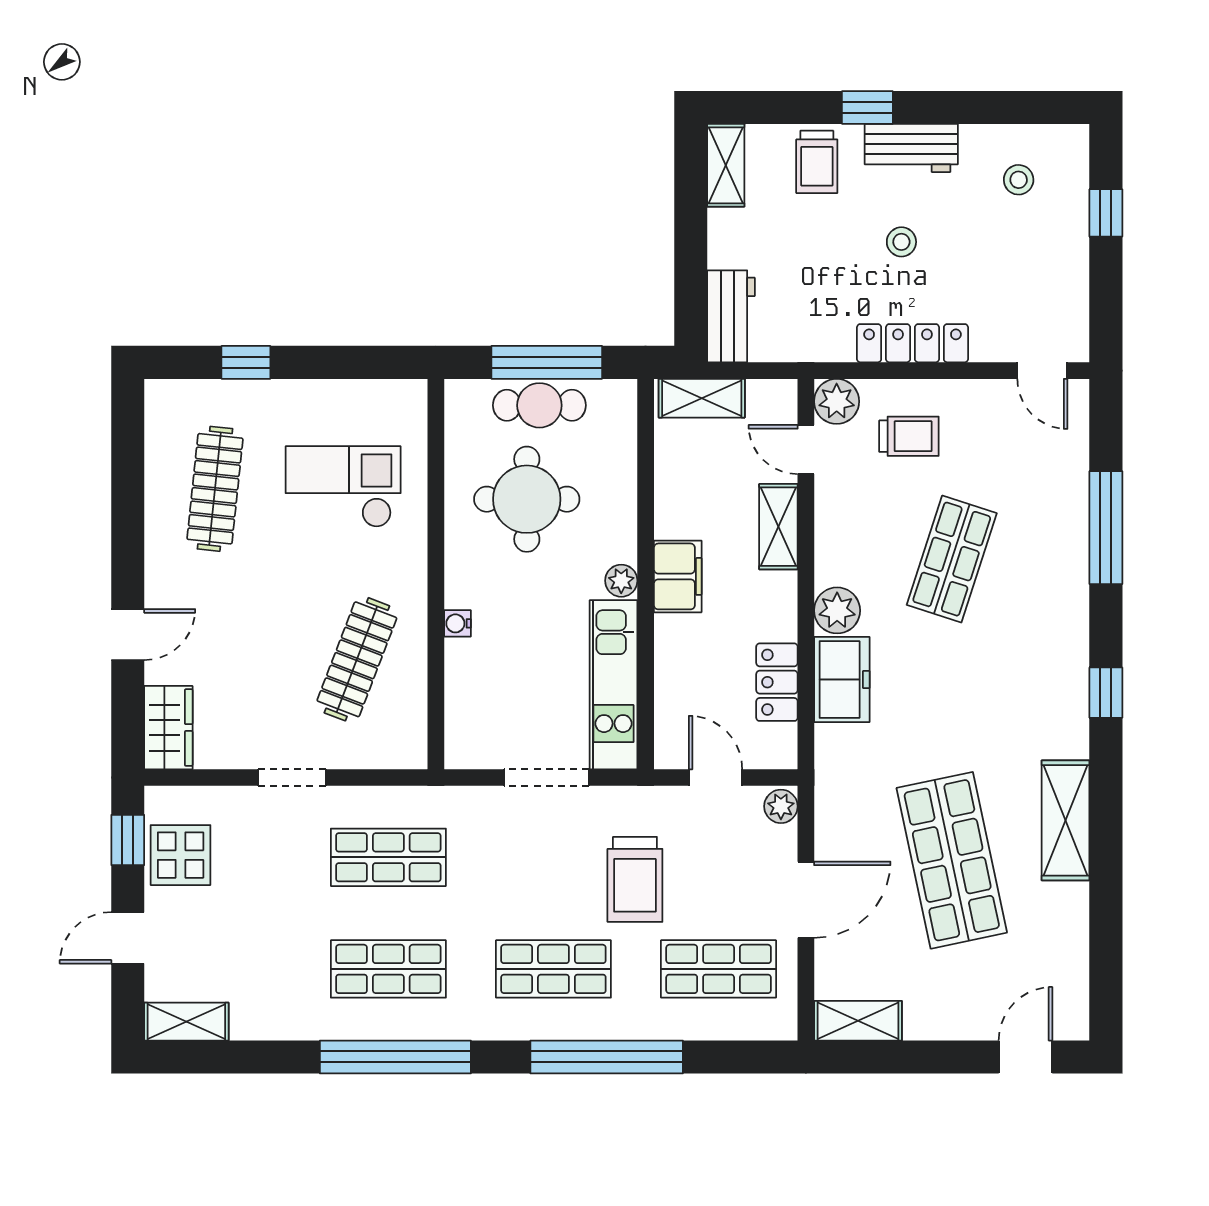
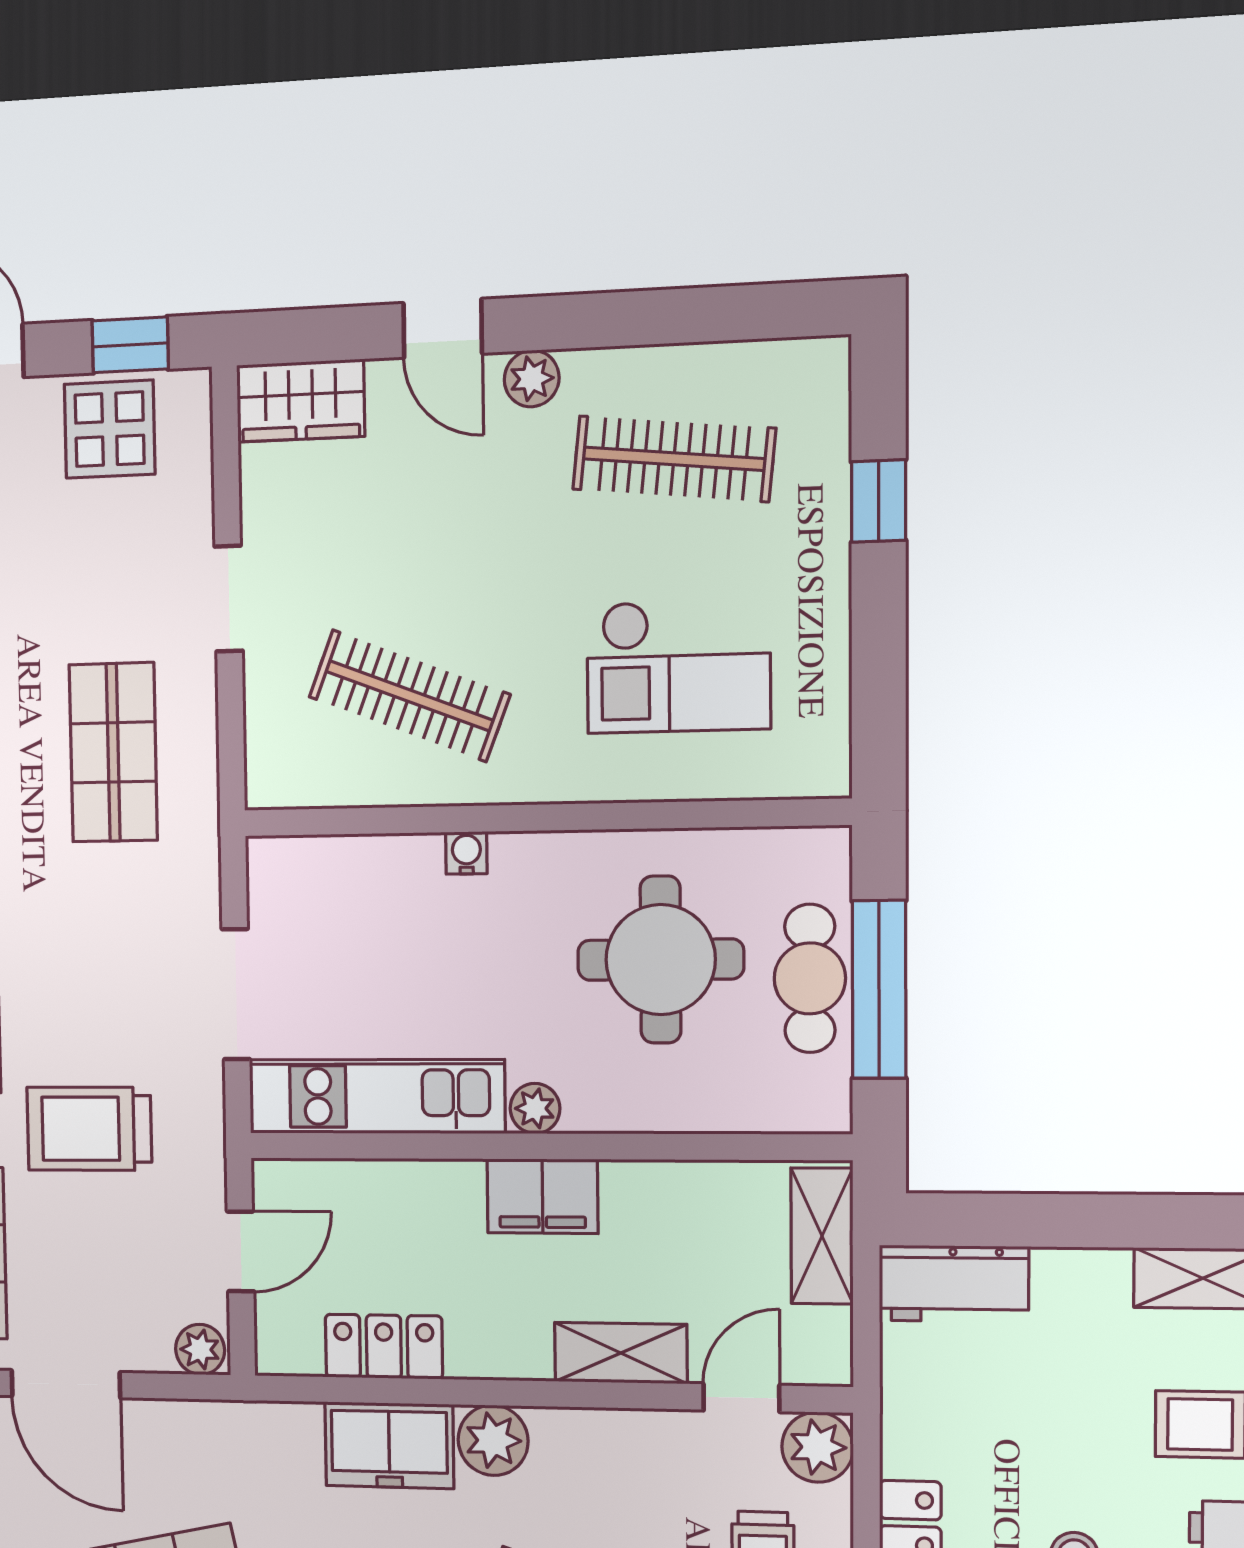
checkout: (343, 487) -> (678, 666), turned 90
plant: (162, 578) -> (532, 379), added

